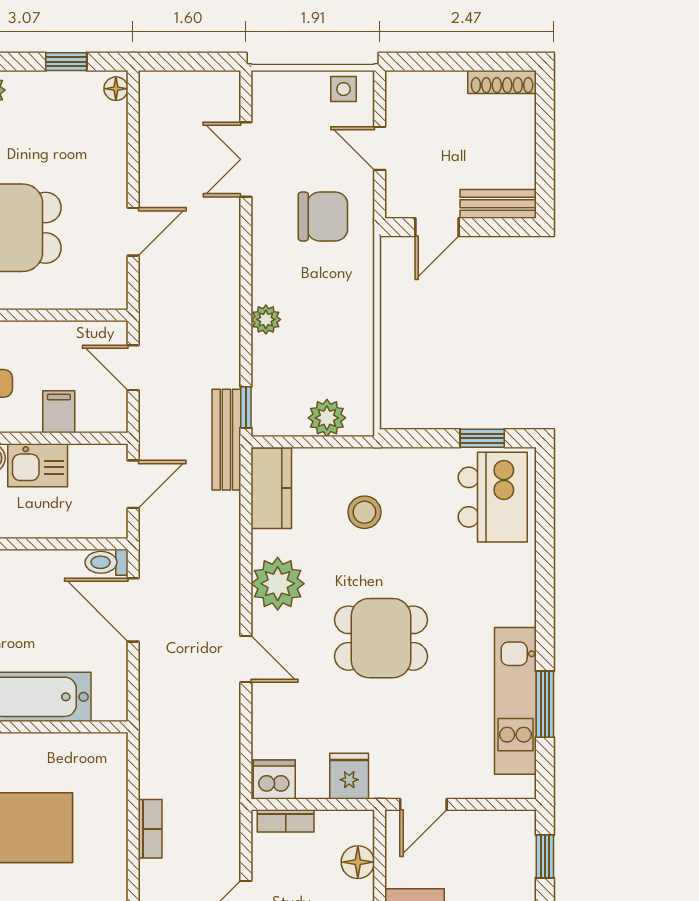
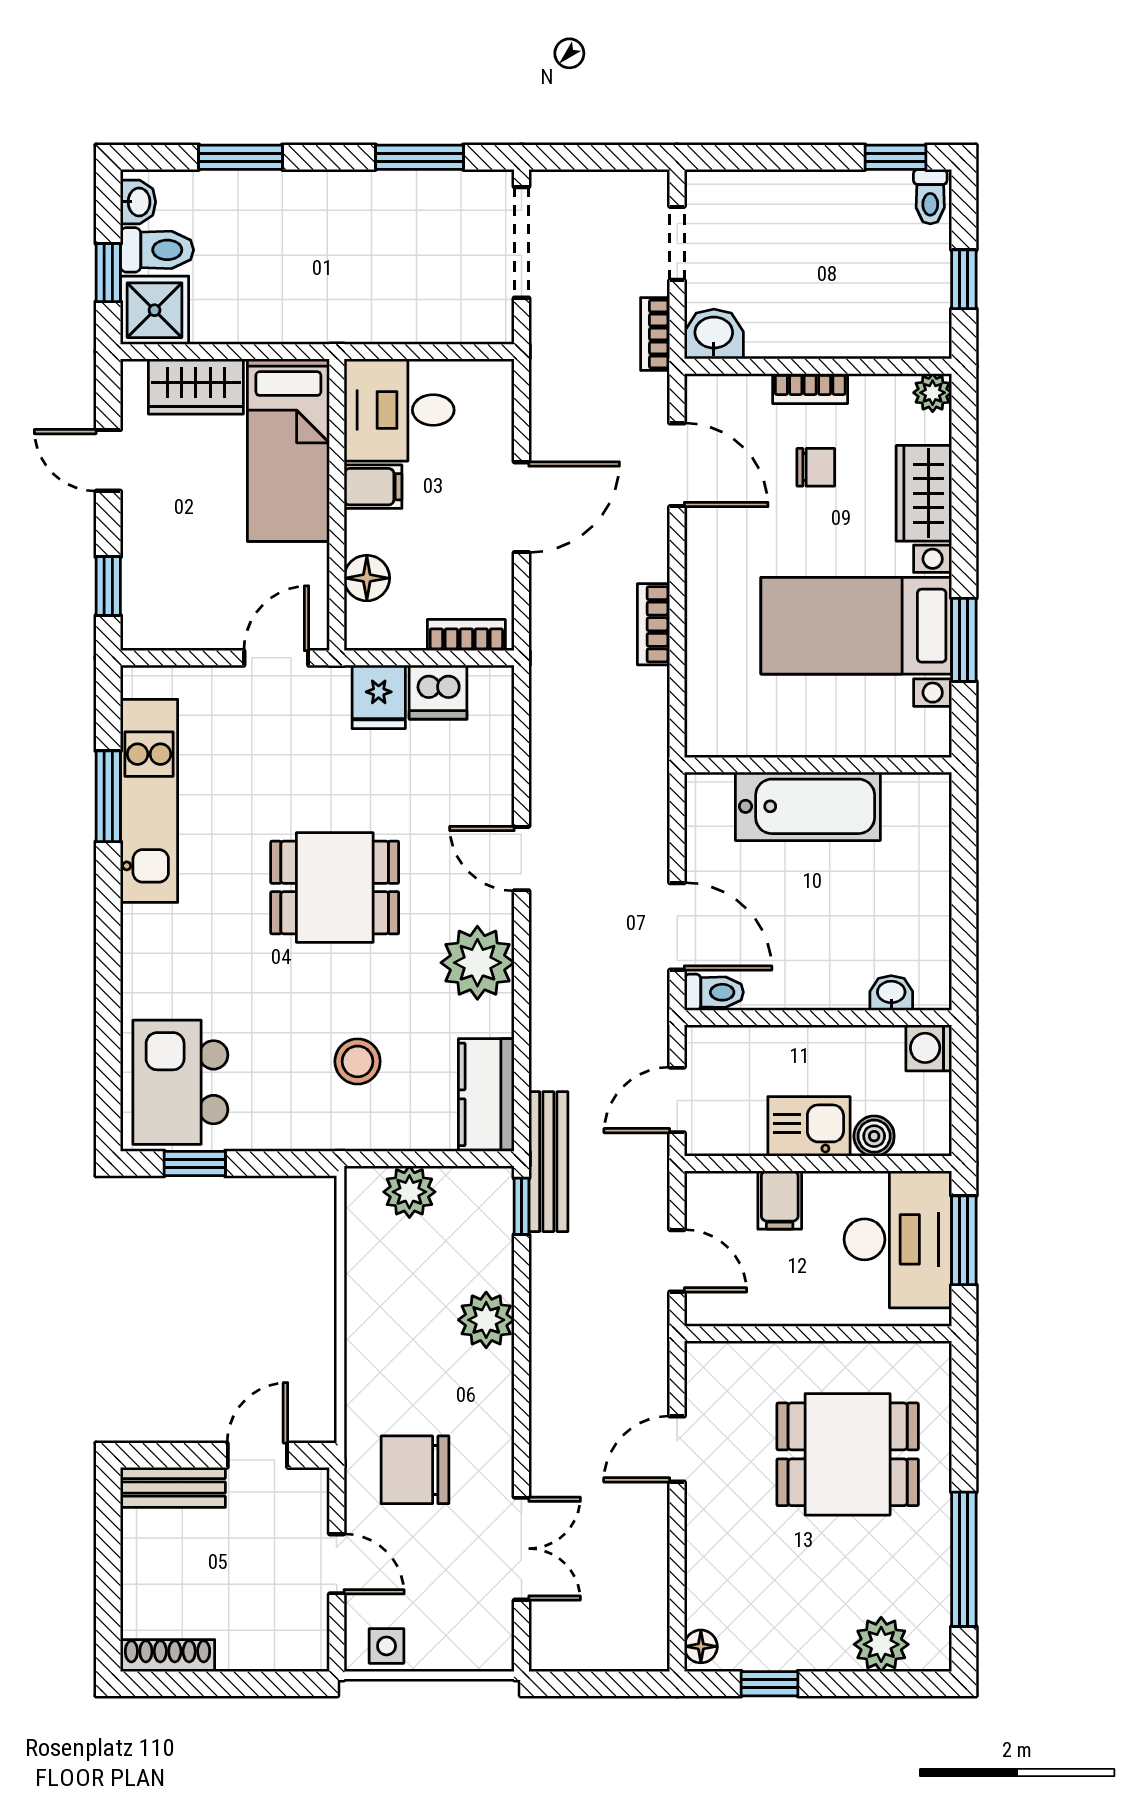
plant: (266, 319) -> (486, 1320), width x1.38, depth x1.38
dishwasher: (274, 779) -> (438, 692), moved

